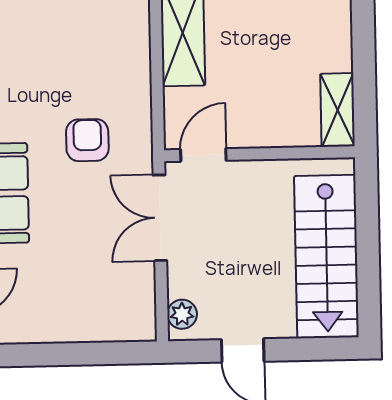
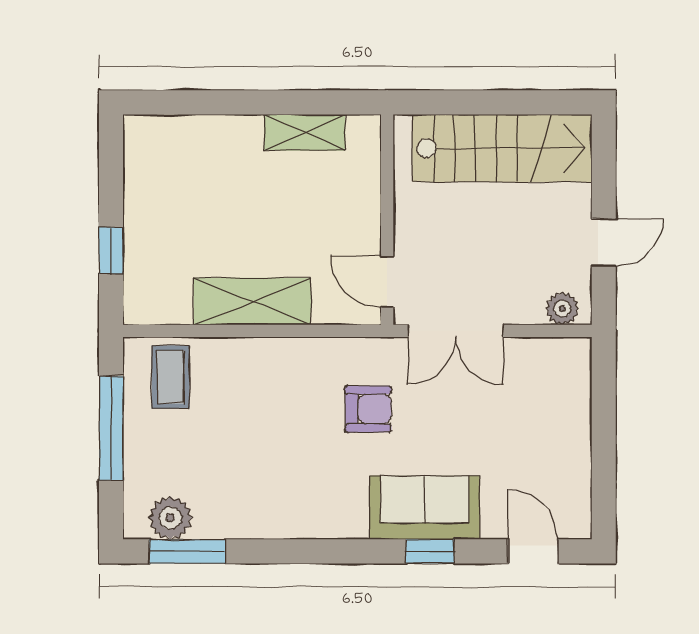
shelving: (338, 110) -> (305, 132), moved
armchair: (87, 140) -> (368, 409), turned 180

